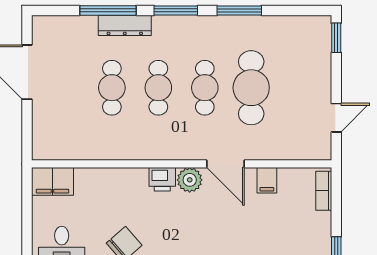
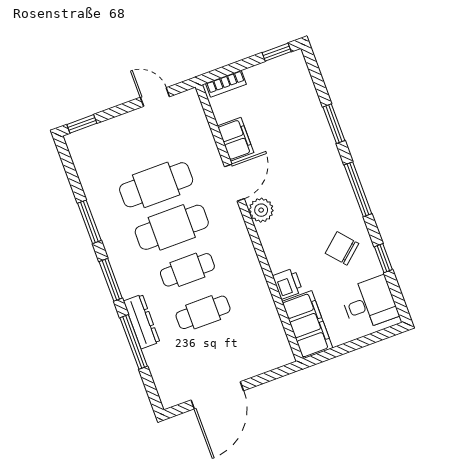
cafe table: (205, 88) -> (172, 227), width x1.37, depth x1.35
printer: (162, 179) -> (288, 284), moved
filing cabinet: (267, 180) -> (235, 139), width x2.00
filing cabinet: (53, 181) -> (307, 325), width x1.50, depth x1.17

